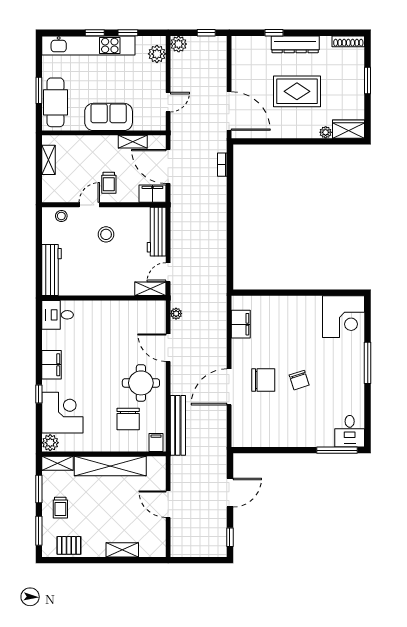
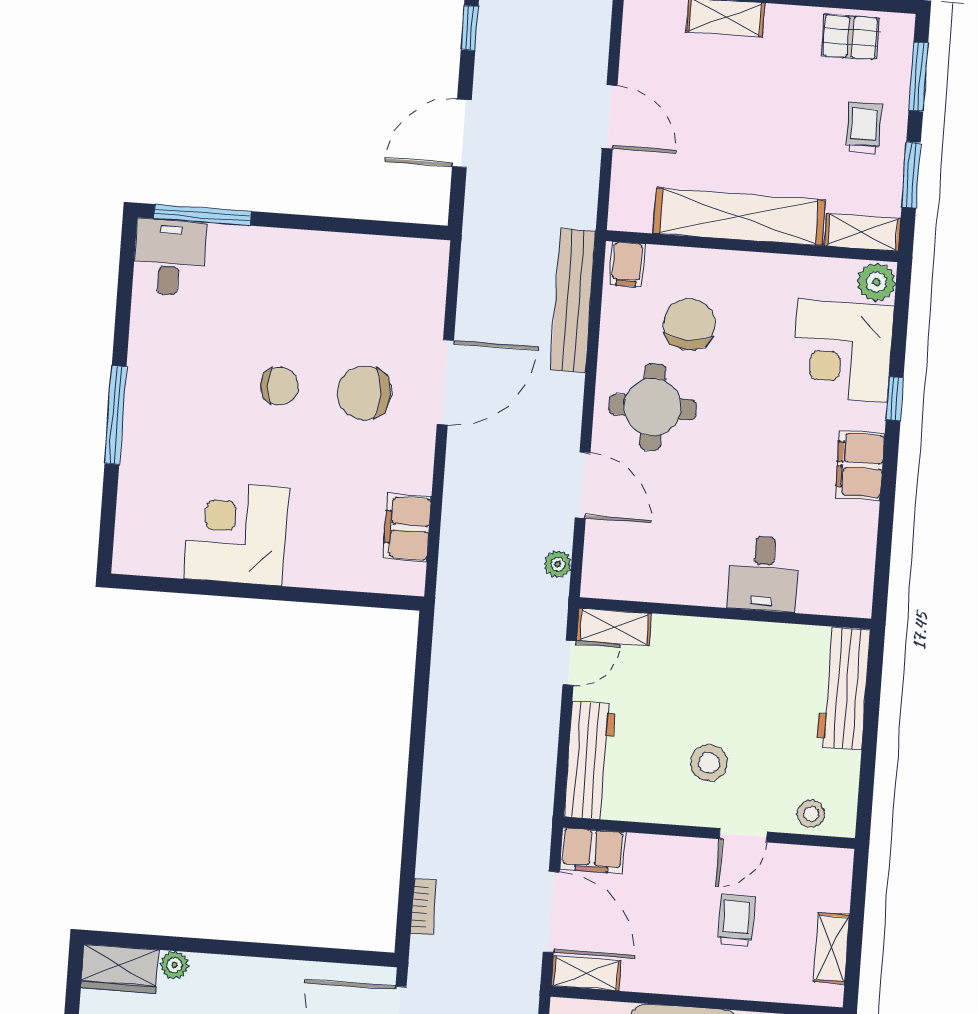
shelving: (133, 142) -> (586, 973), moved
trolley: (109, 183) -> (736, 920), moved
desk: (58, 315) -> (763, 574), moved, turned 90
corner desk: (343, 317) -> (236, 533), moved
chair: (299, 380) -> (279, 386), turned 108

